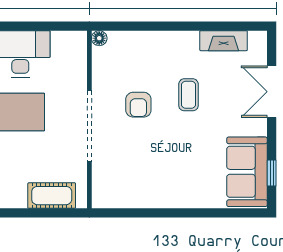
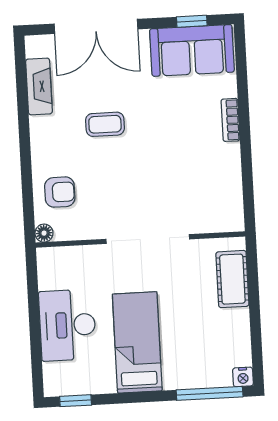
double door: (272, 92) -> (96, 26), width x1.37
armchair: (138, 105) -> (60, 192), moved
bookcase: (186, 201) -> (231, 120), added

